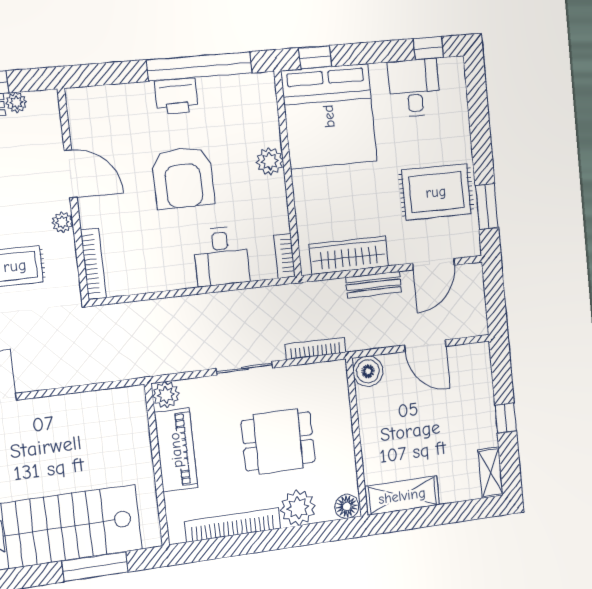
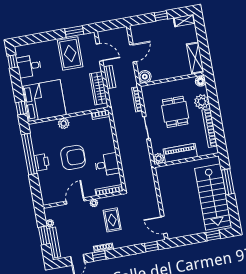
desk: (221, 256) -> (107, 165), moved

